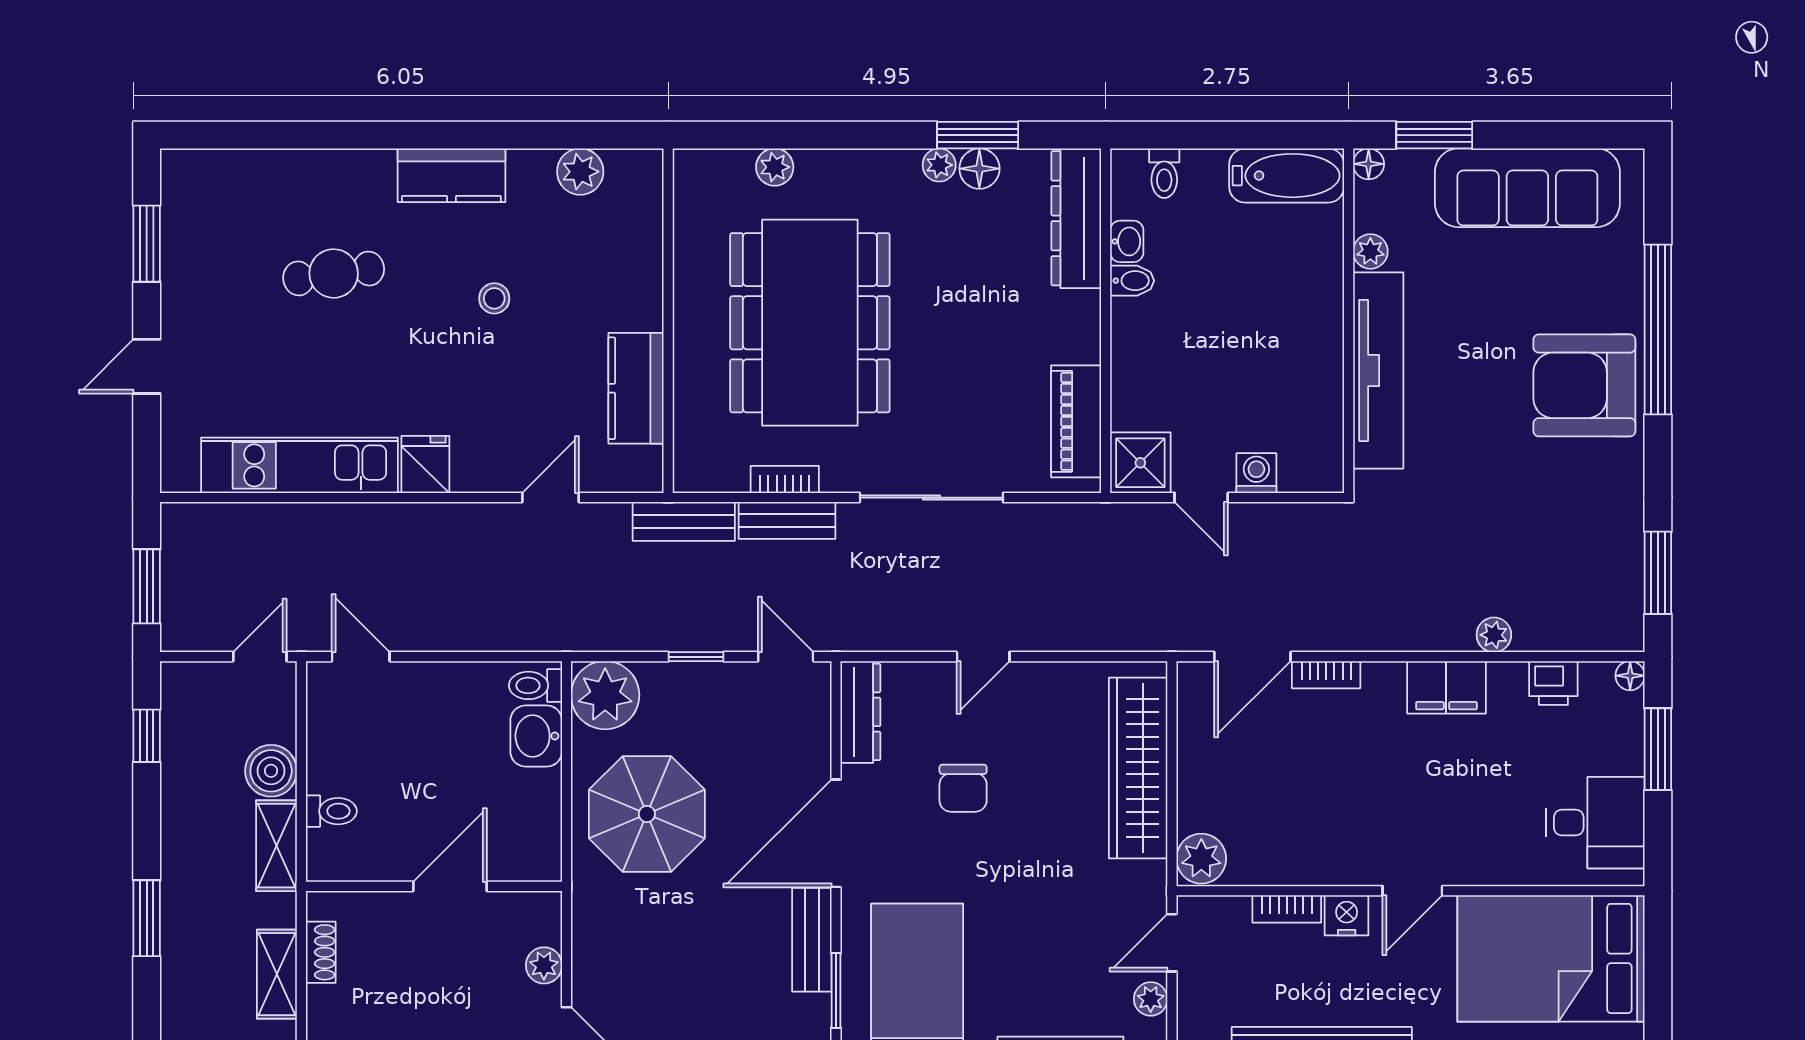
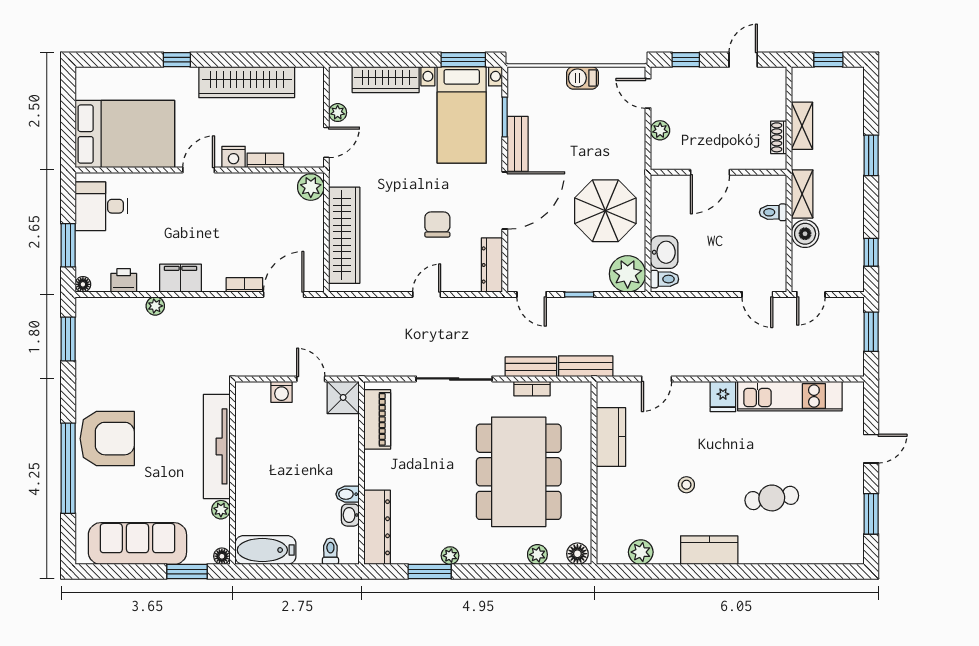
floor lamp: (979, 169) -> (577, 554), moved

